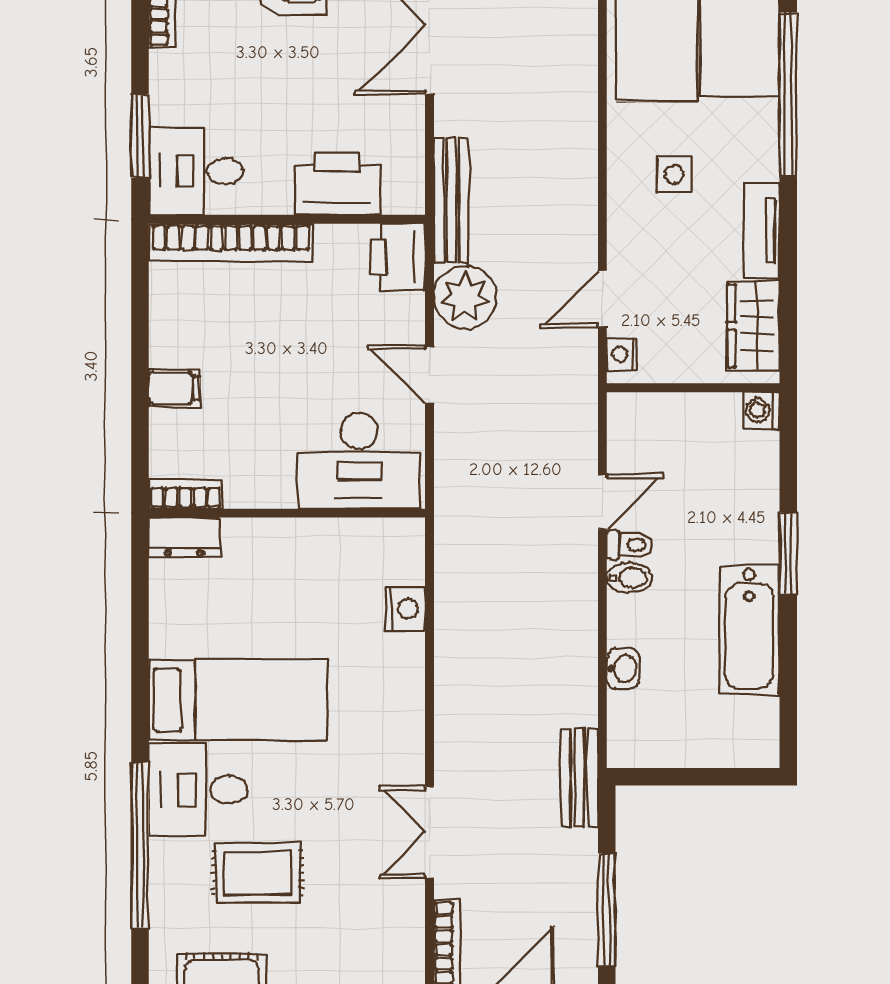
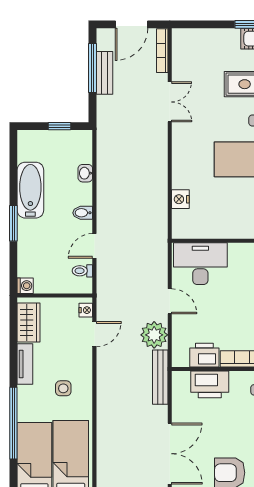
printer: (398, 257) -> (204, 355), moved, turned -90
toilet: (630, 545) -> (82, 271), moved
window: (682, 777) -> (60, 126), added
bench: (579, 778) -> (104, 73), moved

